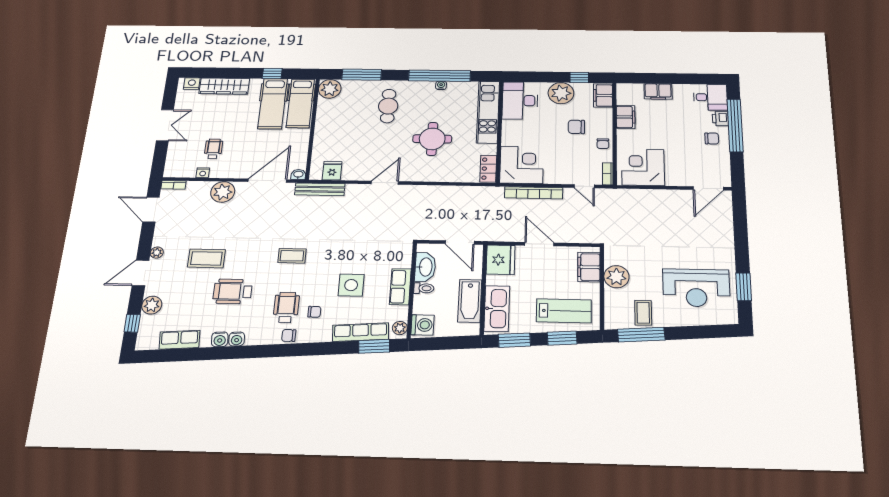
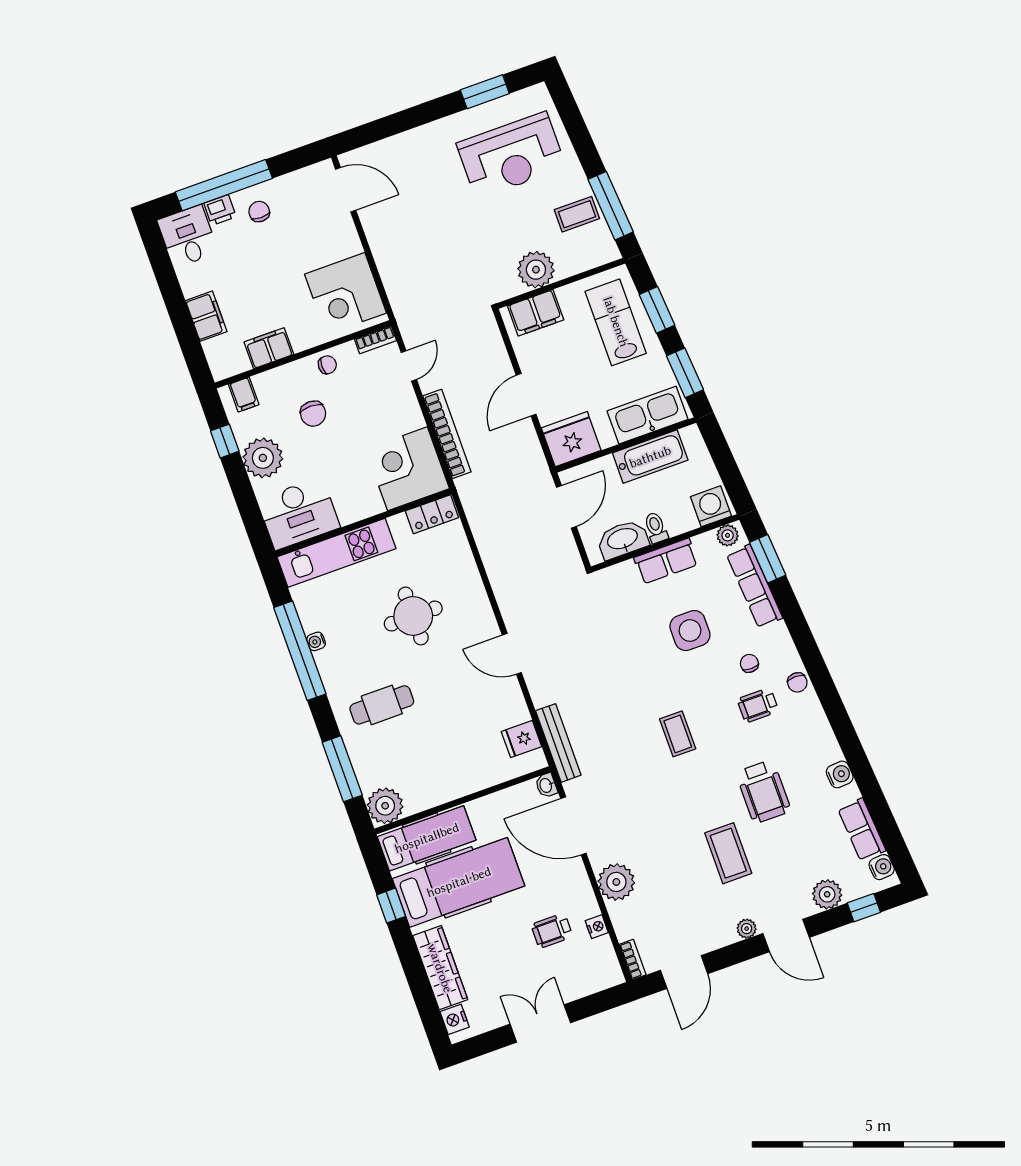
filing cabinet: (603, 95) -> (244, 394), width x0.50
hospital bed: (273, 104) -> (459, 882), width x1.37, depth x1.29
reception desk: (696, 288) -> (511, 155), turned 90
wheelchair: (286, 307) -> (758, 705), width x0.73, depth x0.73
water cooler: (237, 339) -> (882, 867), moved

